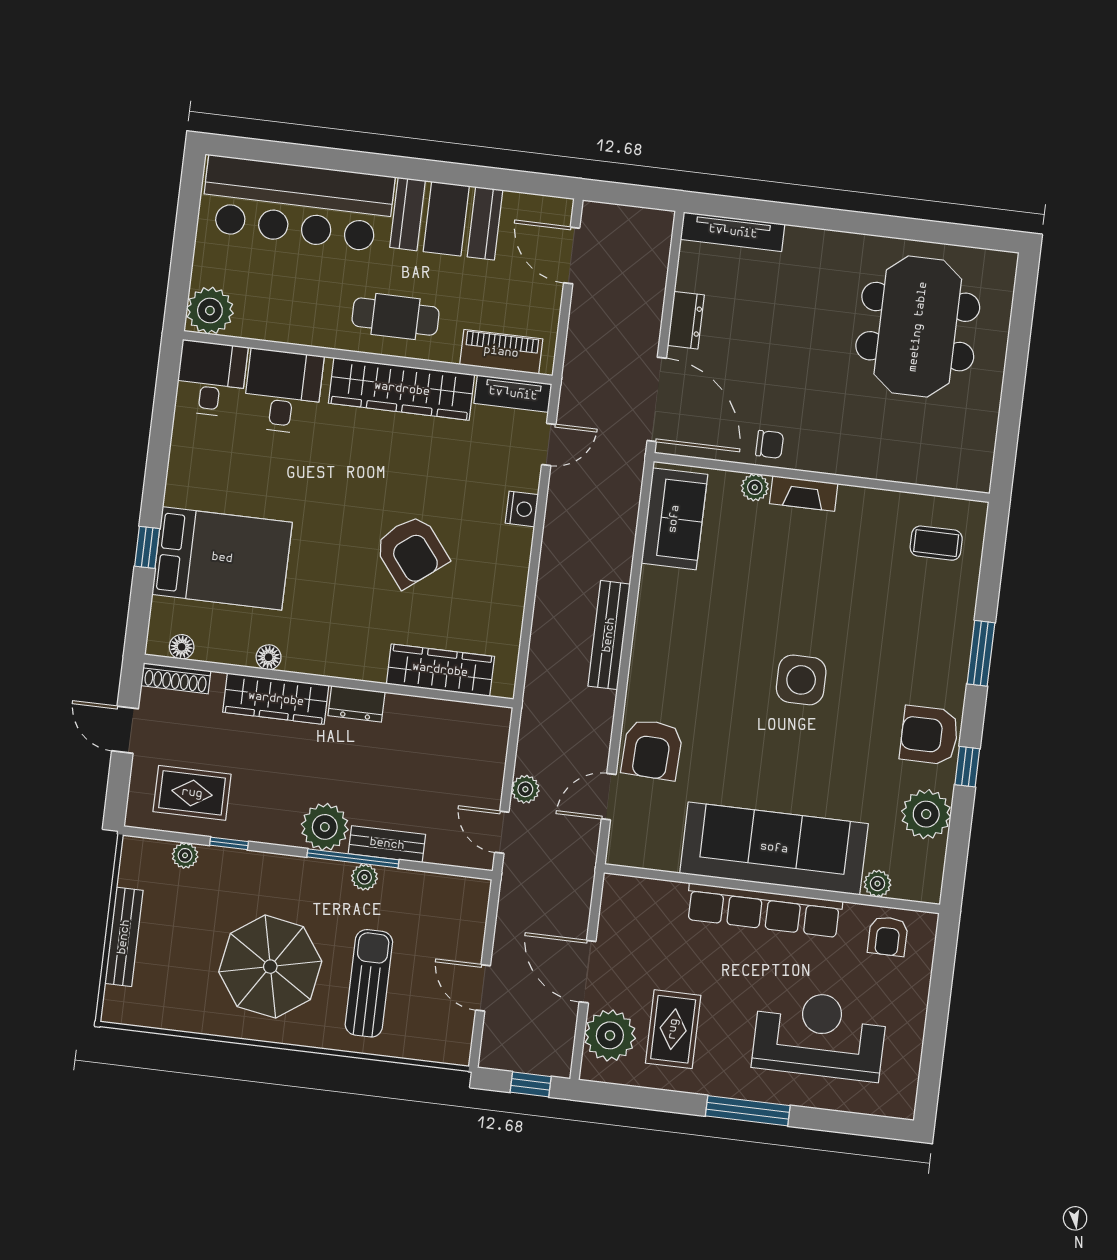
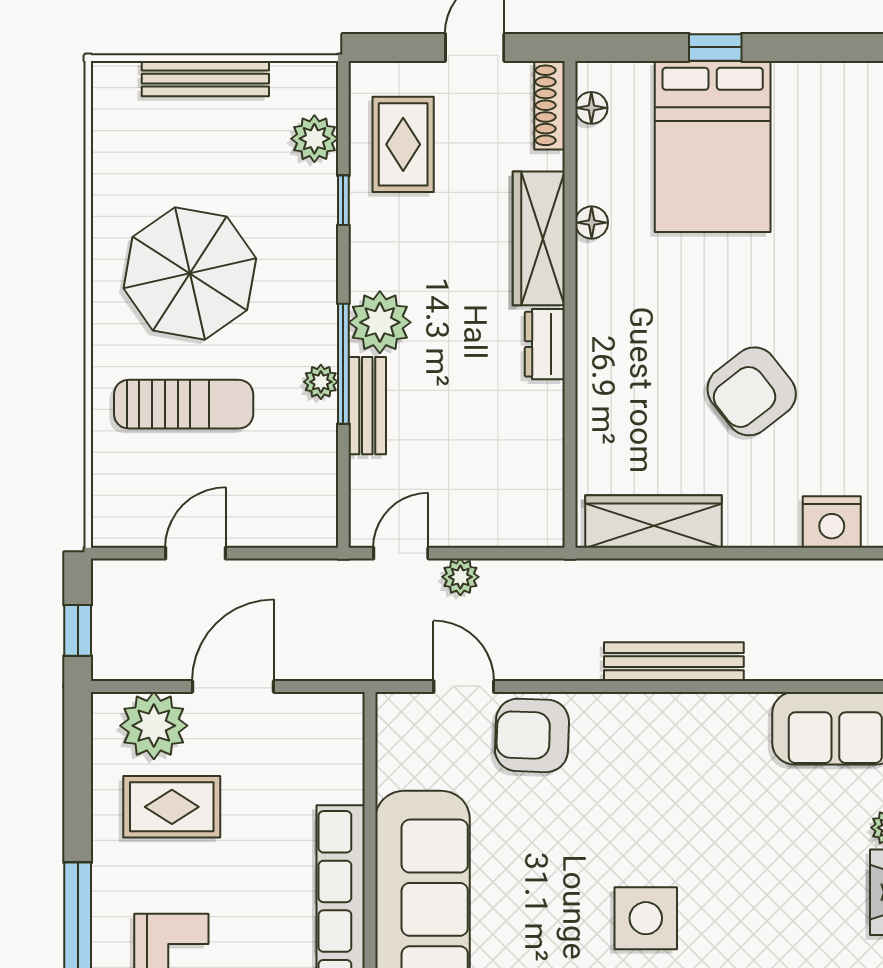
nightstand: (522, 509) -> (832, 522), width x1.36, depth x1.33
wardrobe: (440, 670) -> (654, 521), moved, turned -90
plant: (185, 855) -> (314, 139), width x1.38, depth x1.38

